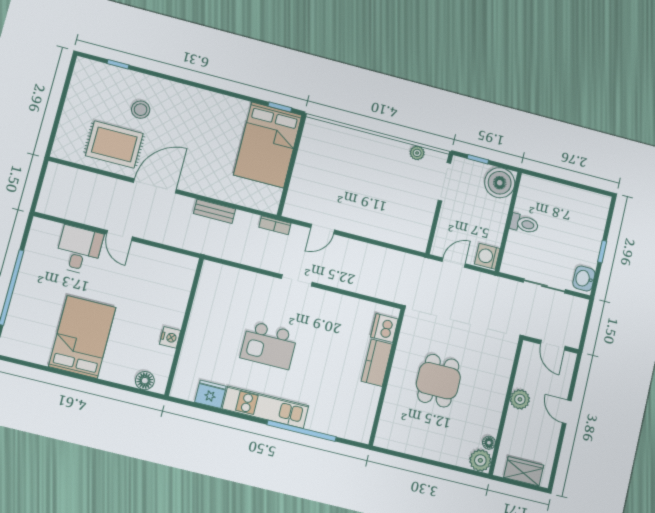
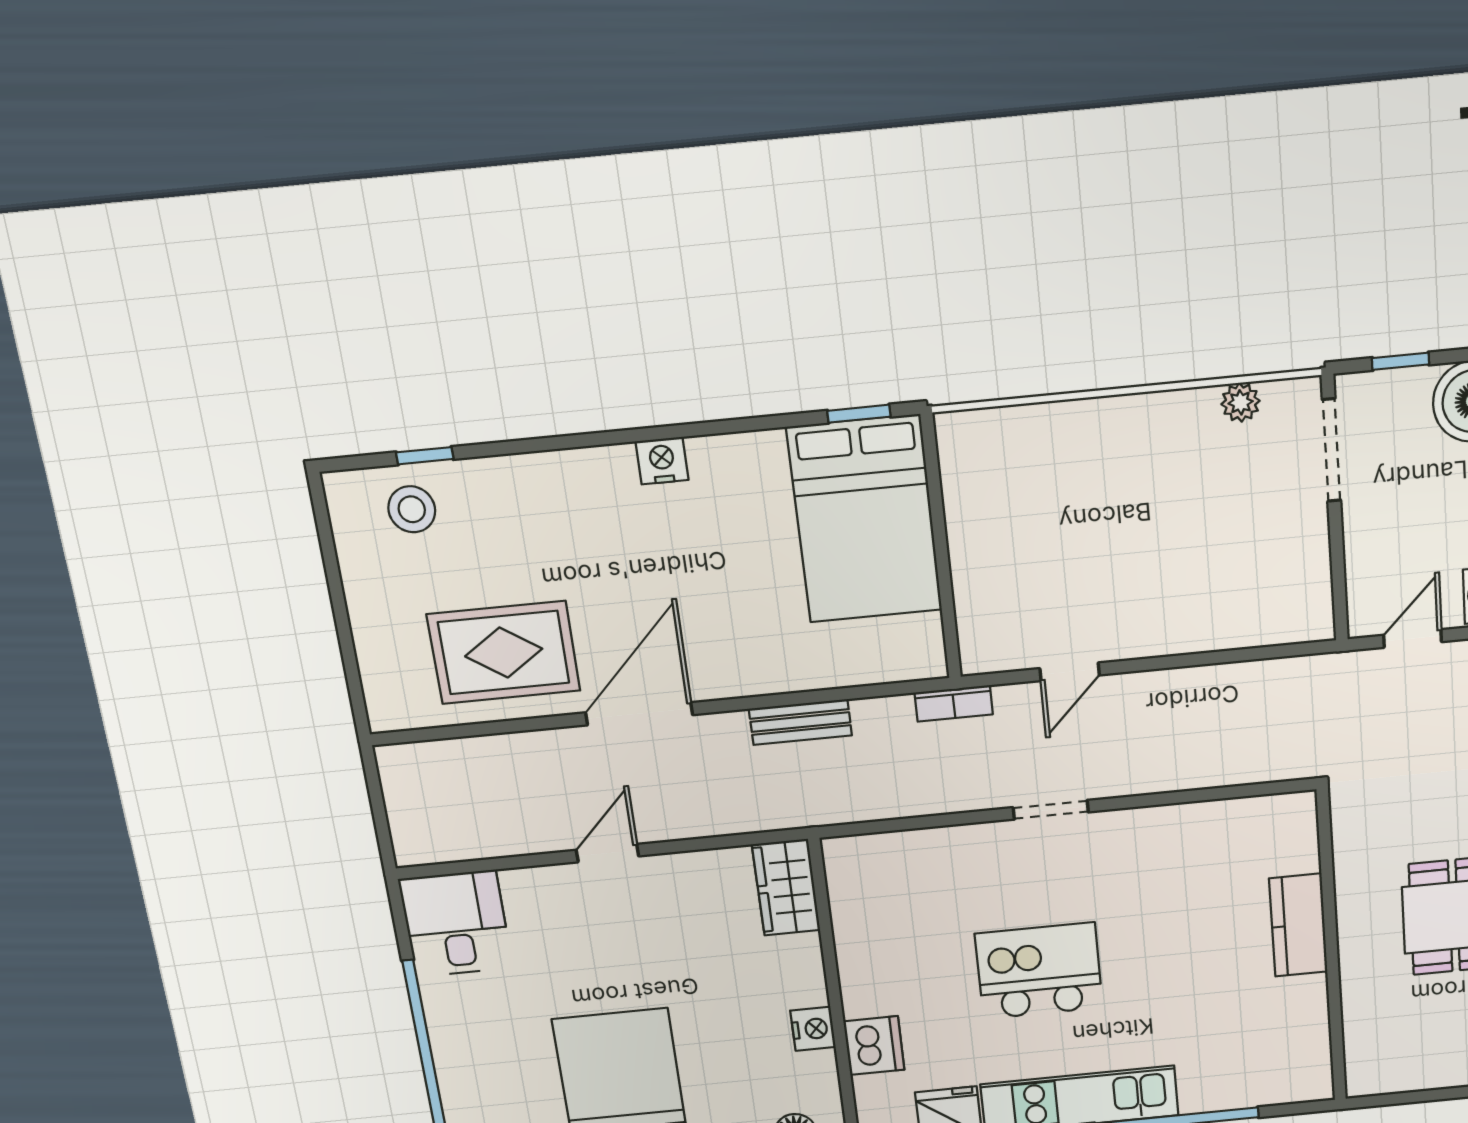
nightstand: (203, 97) -> (662, 461), added
stool: (141, 110) -> (412, 509), moved
door: (119, 236) -> (607, 853), swing flipped
desk: (79, 250) -> (456, 924), moved
wardrobe: (183, 275) -> (786, 887), added
dishwasher: (384, 328) -> (874, 1046), moved, turned 180
kitchen island: (269, 345) -> (1039, 971), turned 180

